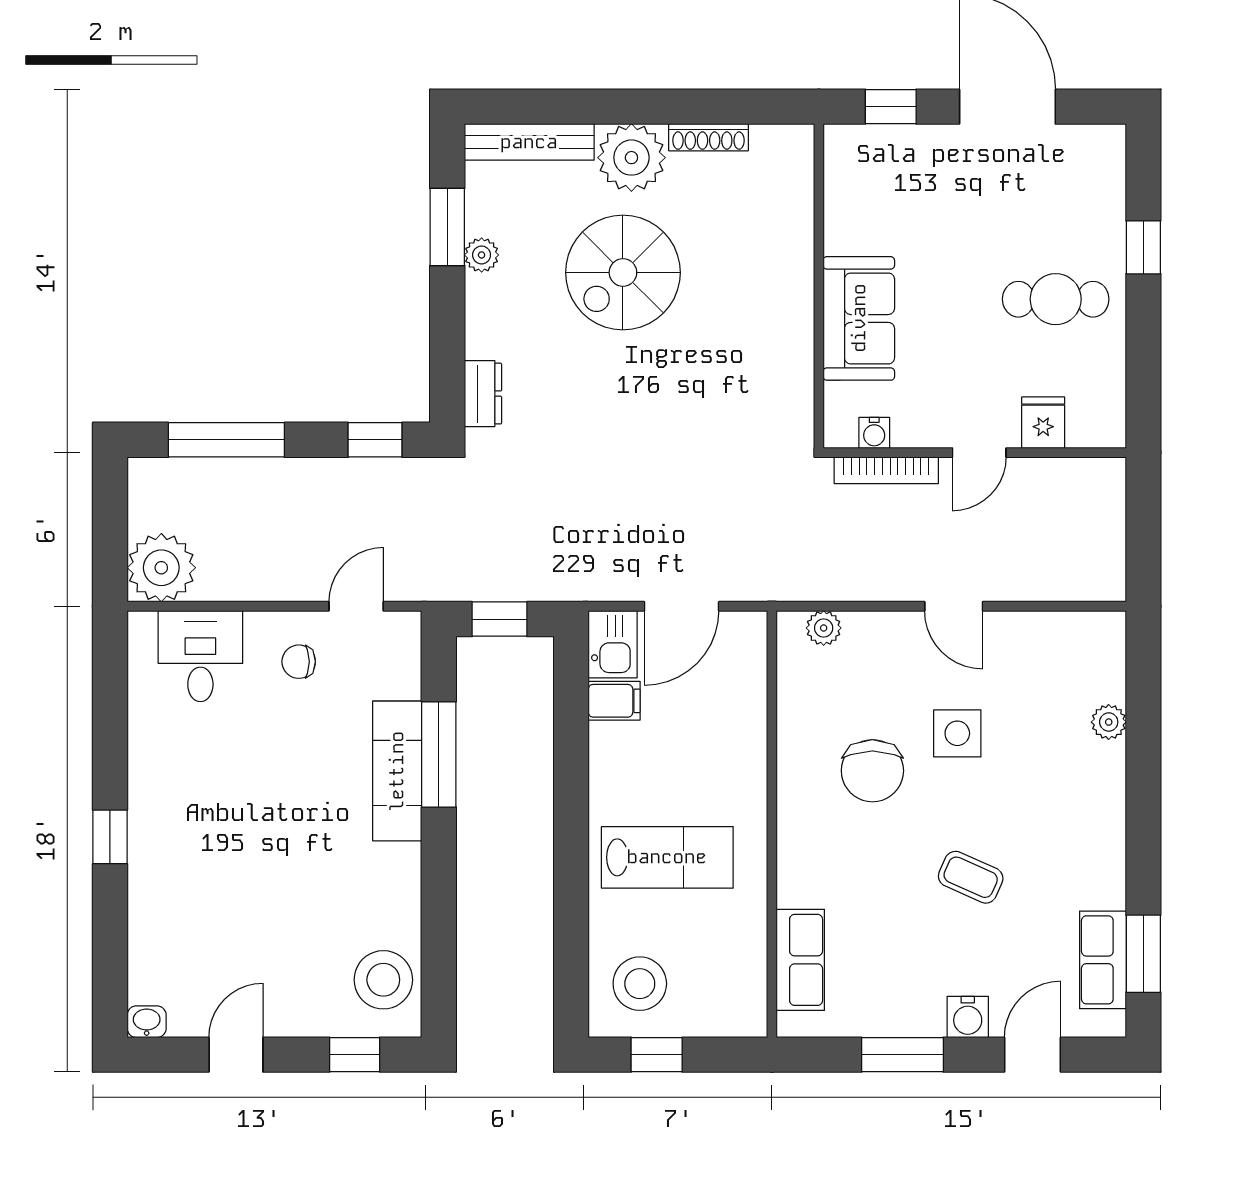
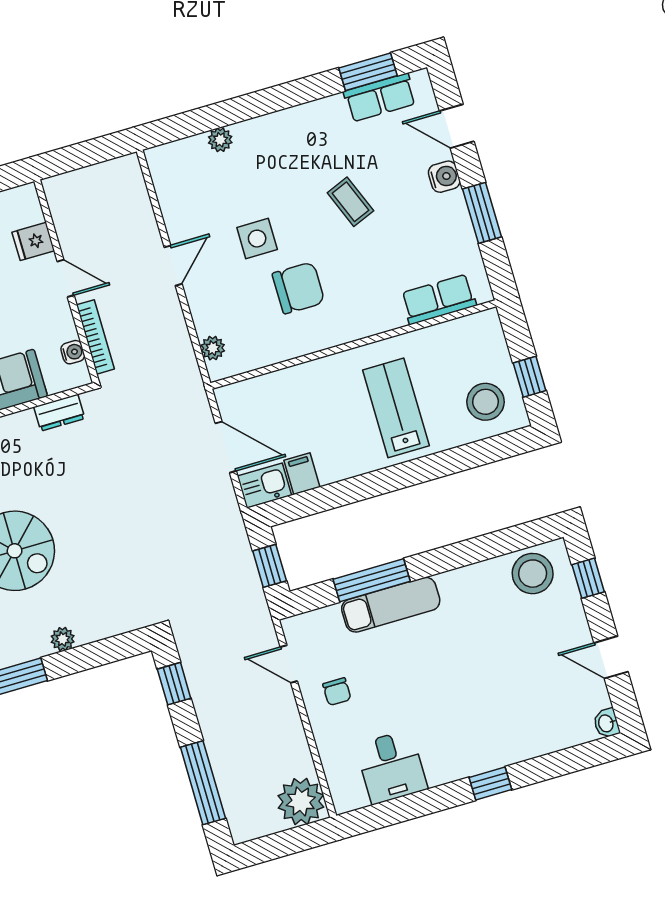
plant: (482, 255) -> (63, 639), moved
dresser: (483, 394) -> (59, 413), moved, turned 180
desk: (200, 656) -> (391, 767), moved, turned -90
coffee table: (971, 877) -> (350, 202), turned -46

